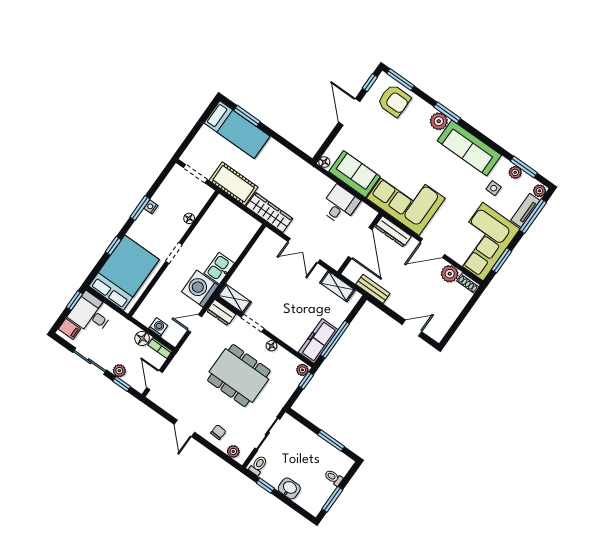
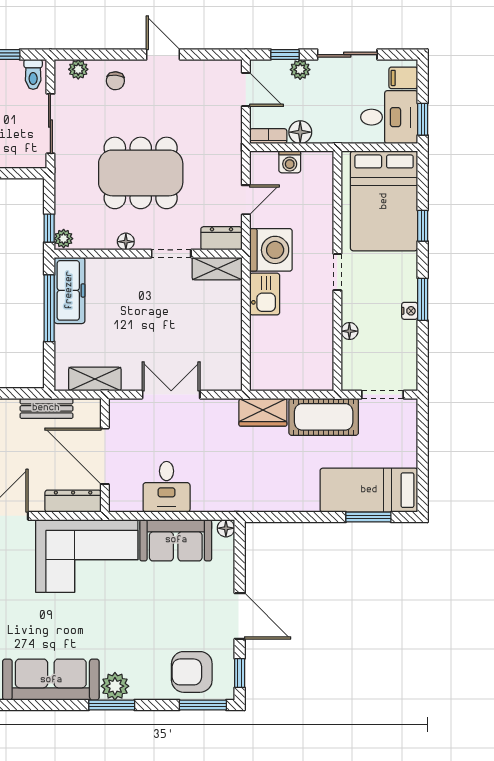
wardrobe: (269, 212) -> (263, 412), width x0.67

